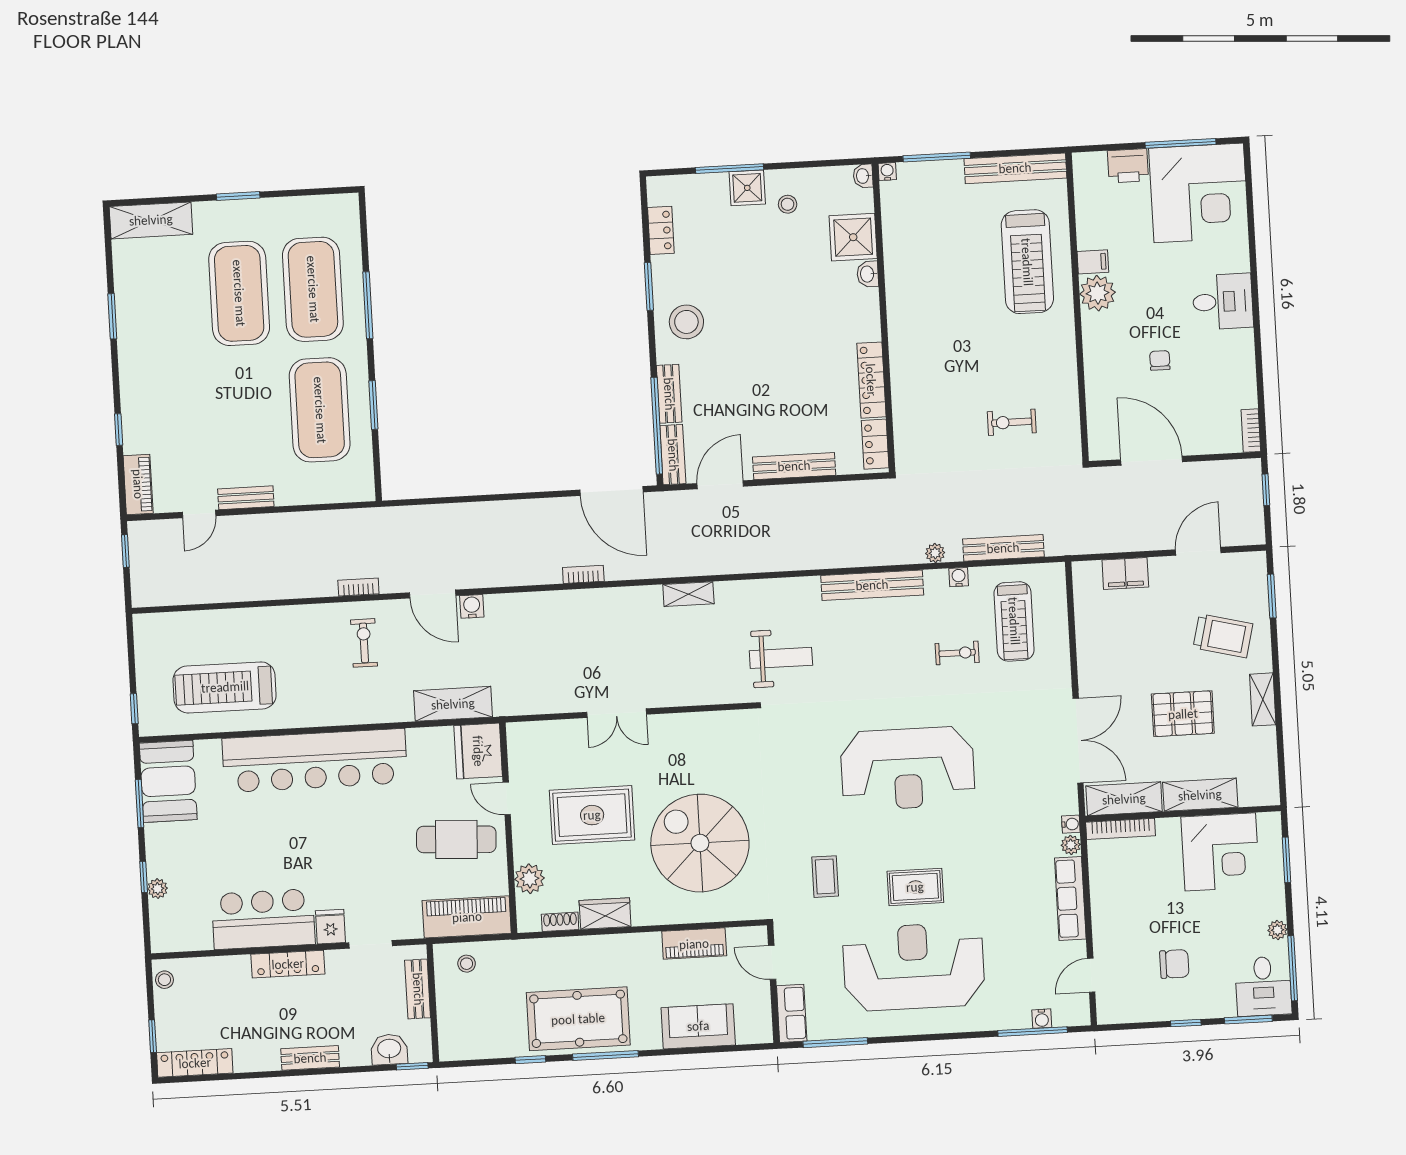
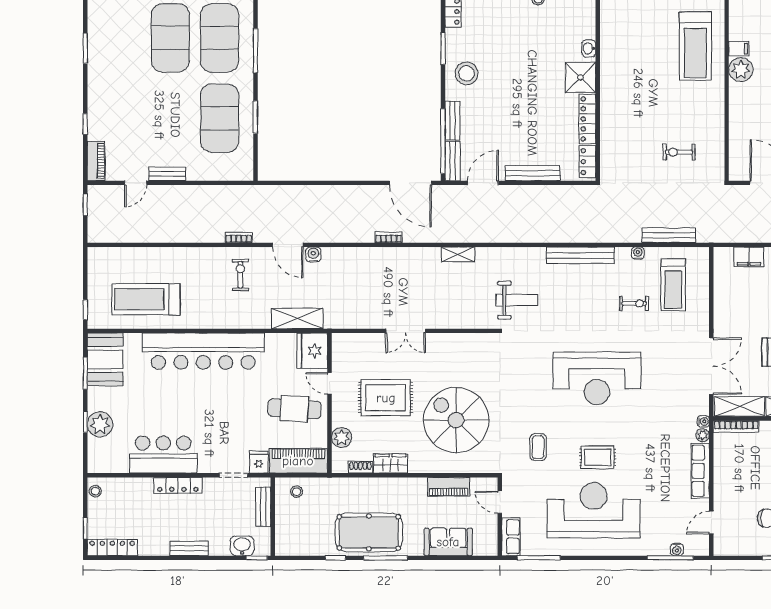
shower: (853, 237) -> (580, 77), moved
plant: (935, 553) -> (623, 236), removed
plant: (158, 889) -> (100, 424), width x1.88, depth x1.88
fridge: (330, 927) -> (259, 462), moved

